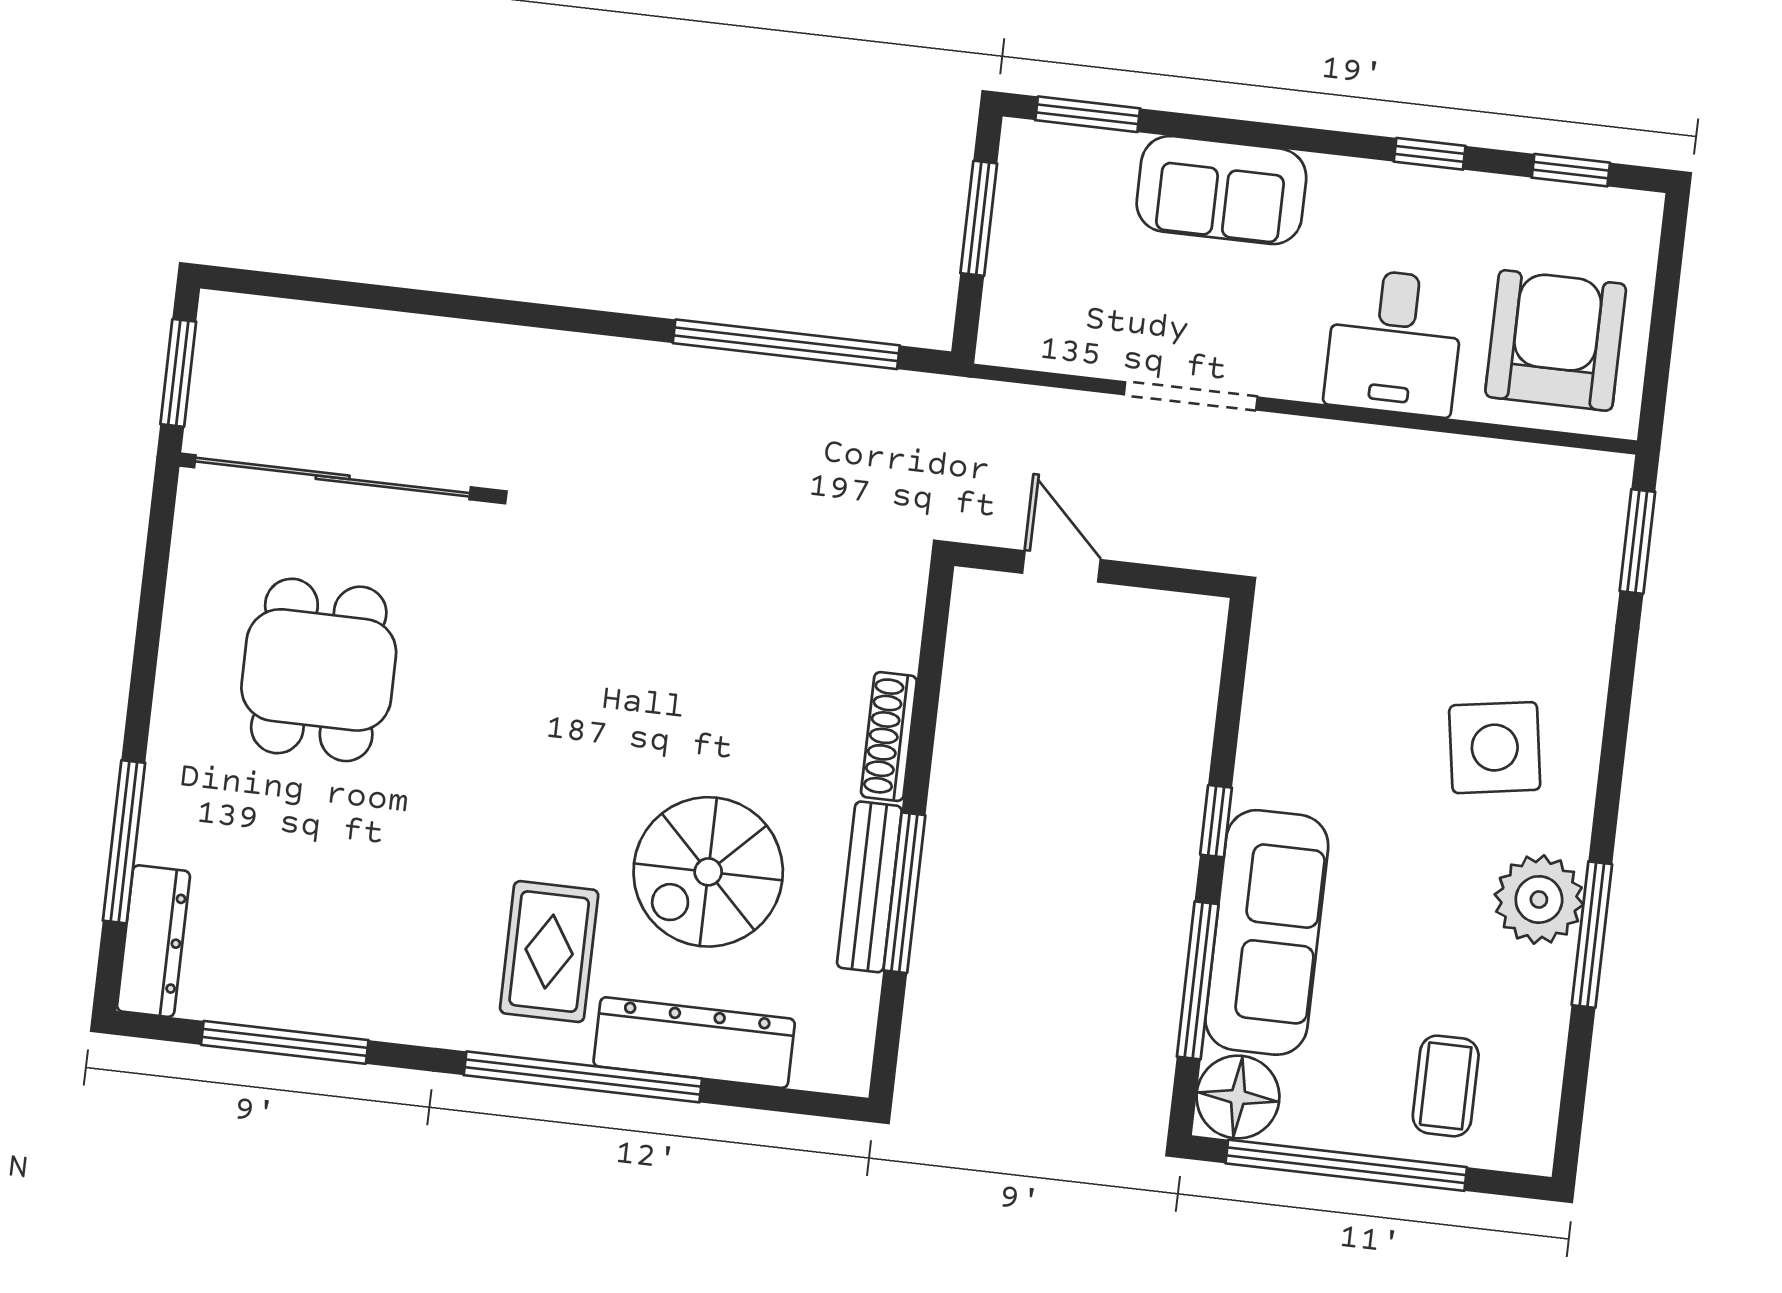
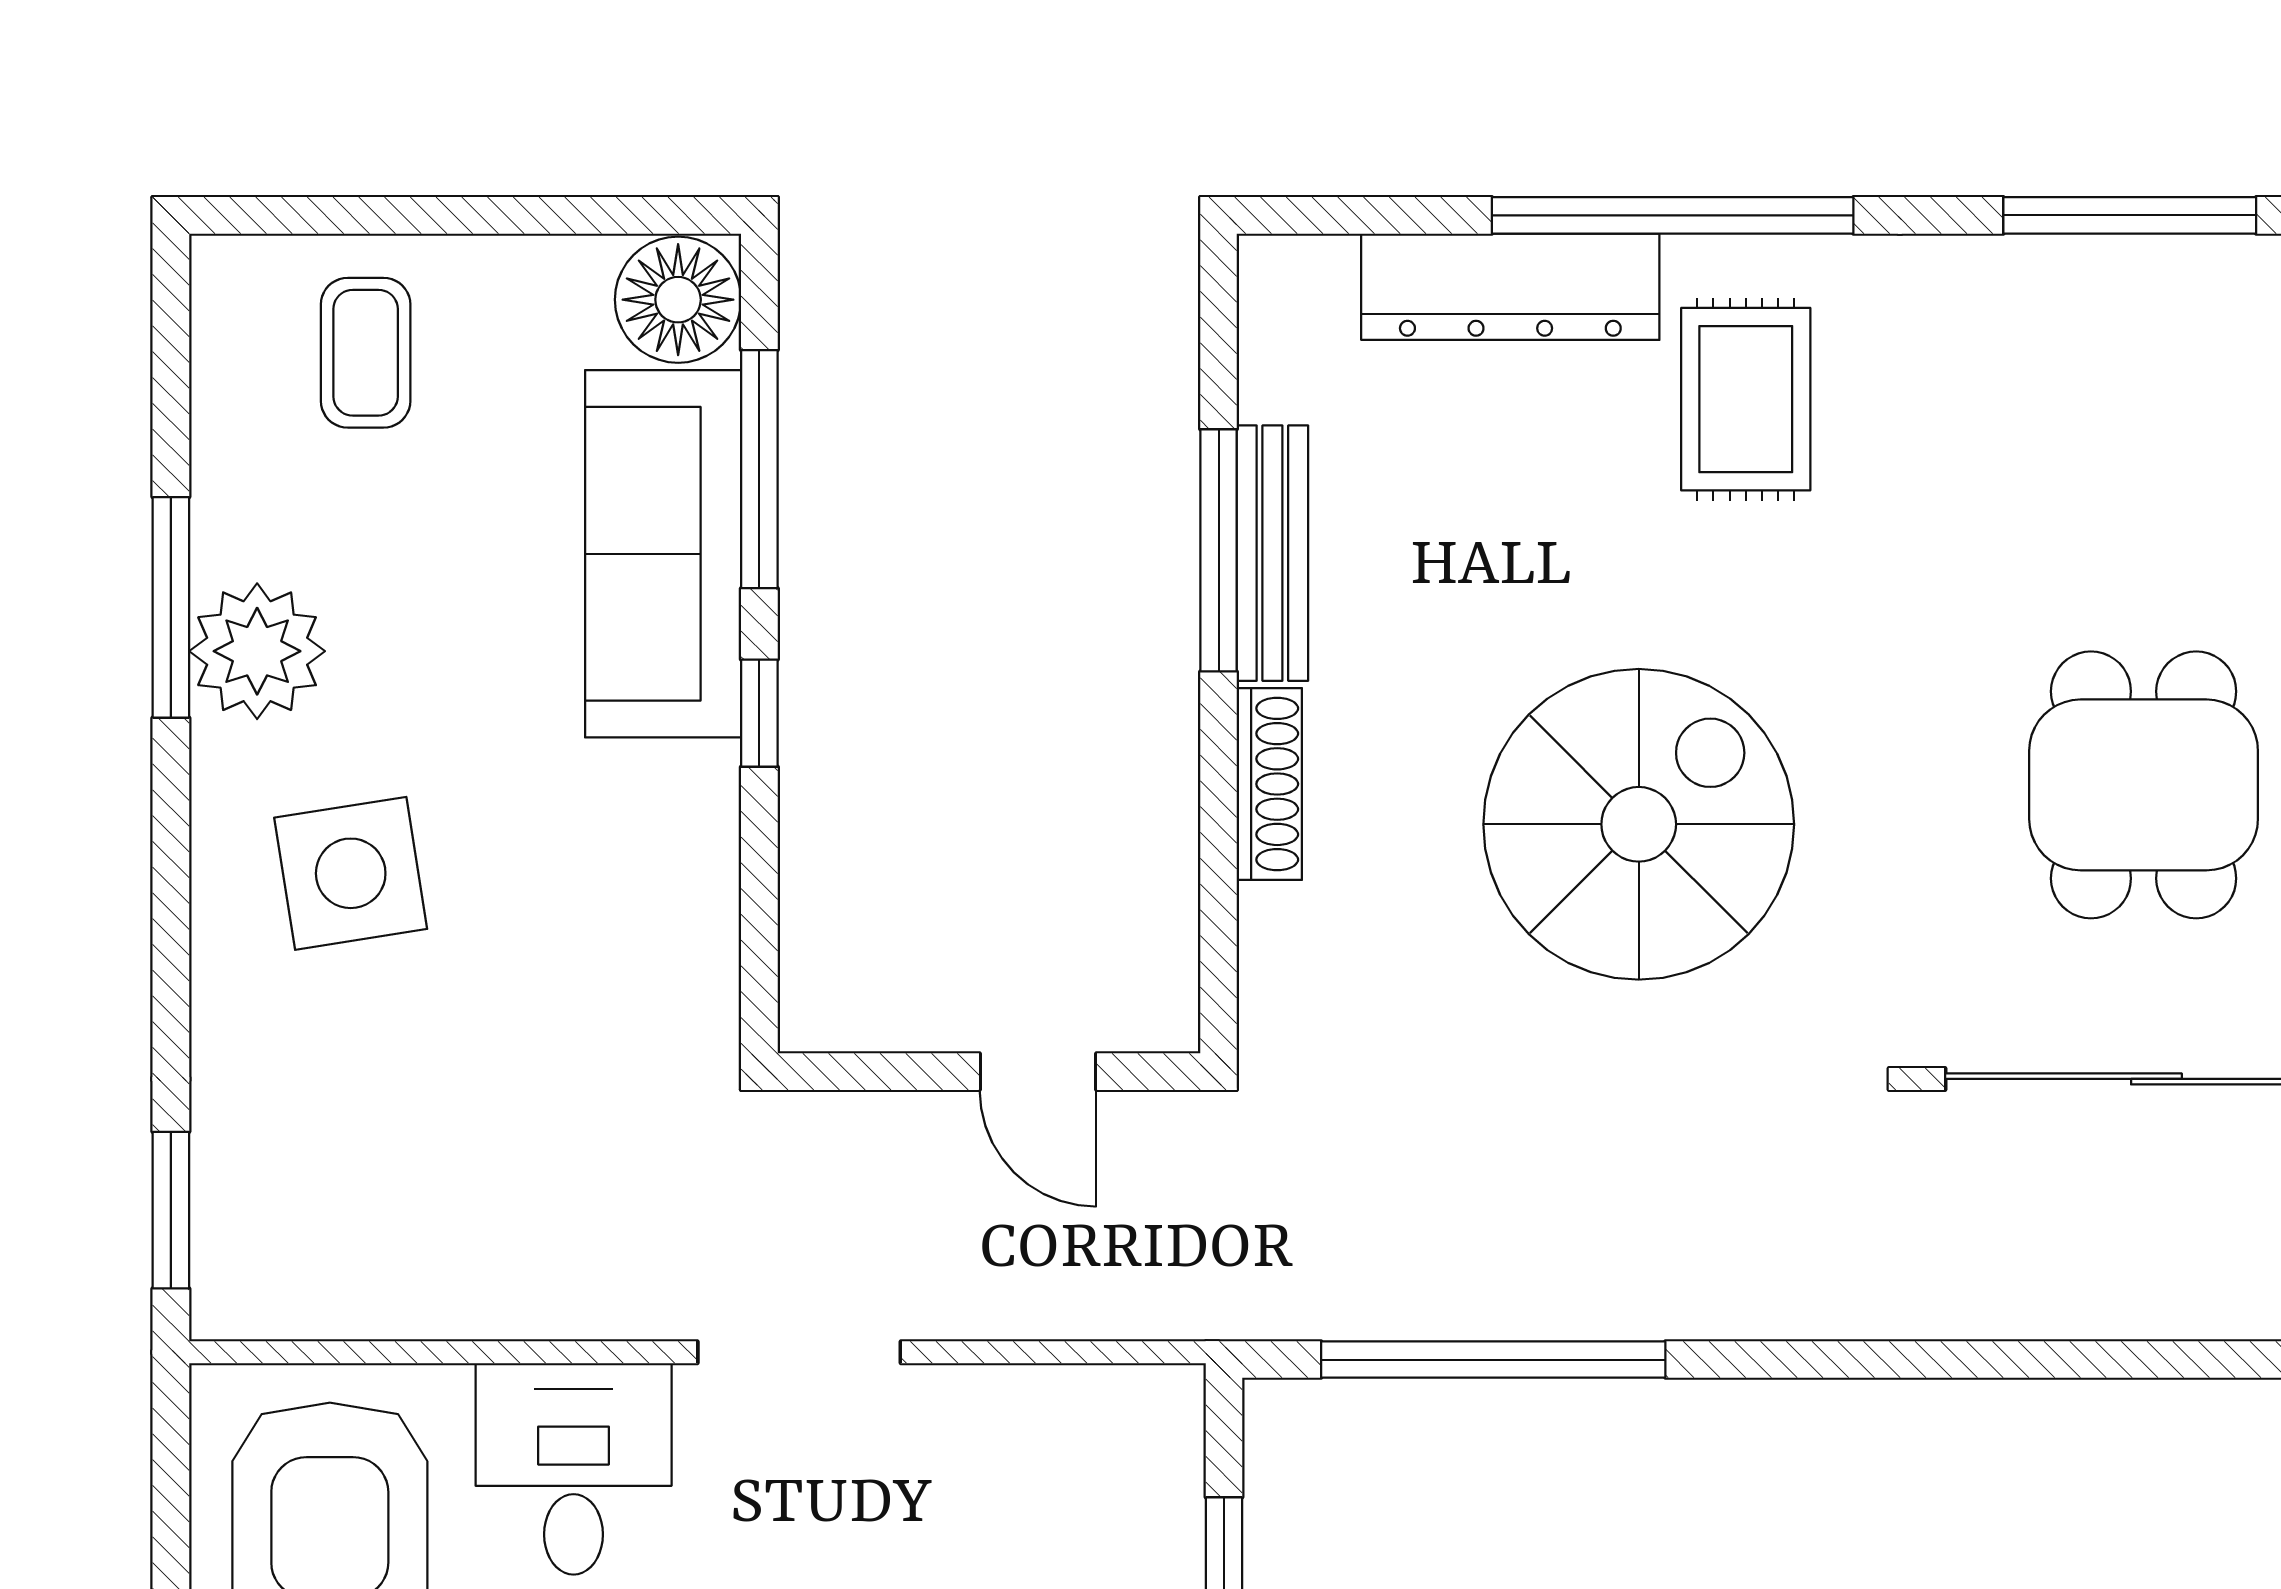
doorway: (1191, 396) -> (799, 1352), moved
spiral stairs: (708, 872) -> (1639, 824), moved, width x1.37, depth x1.37
window: (1346, 1165) -> (502, 215), removed

